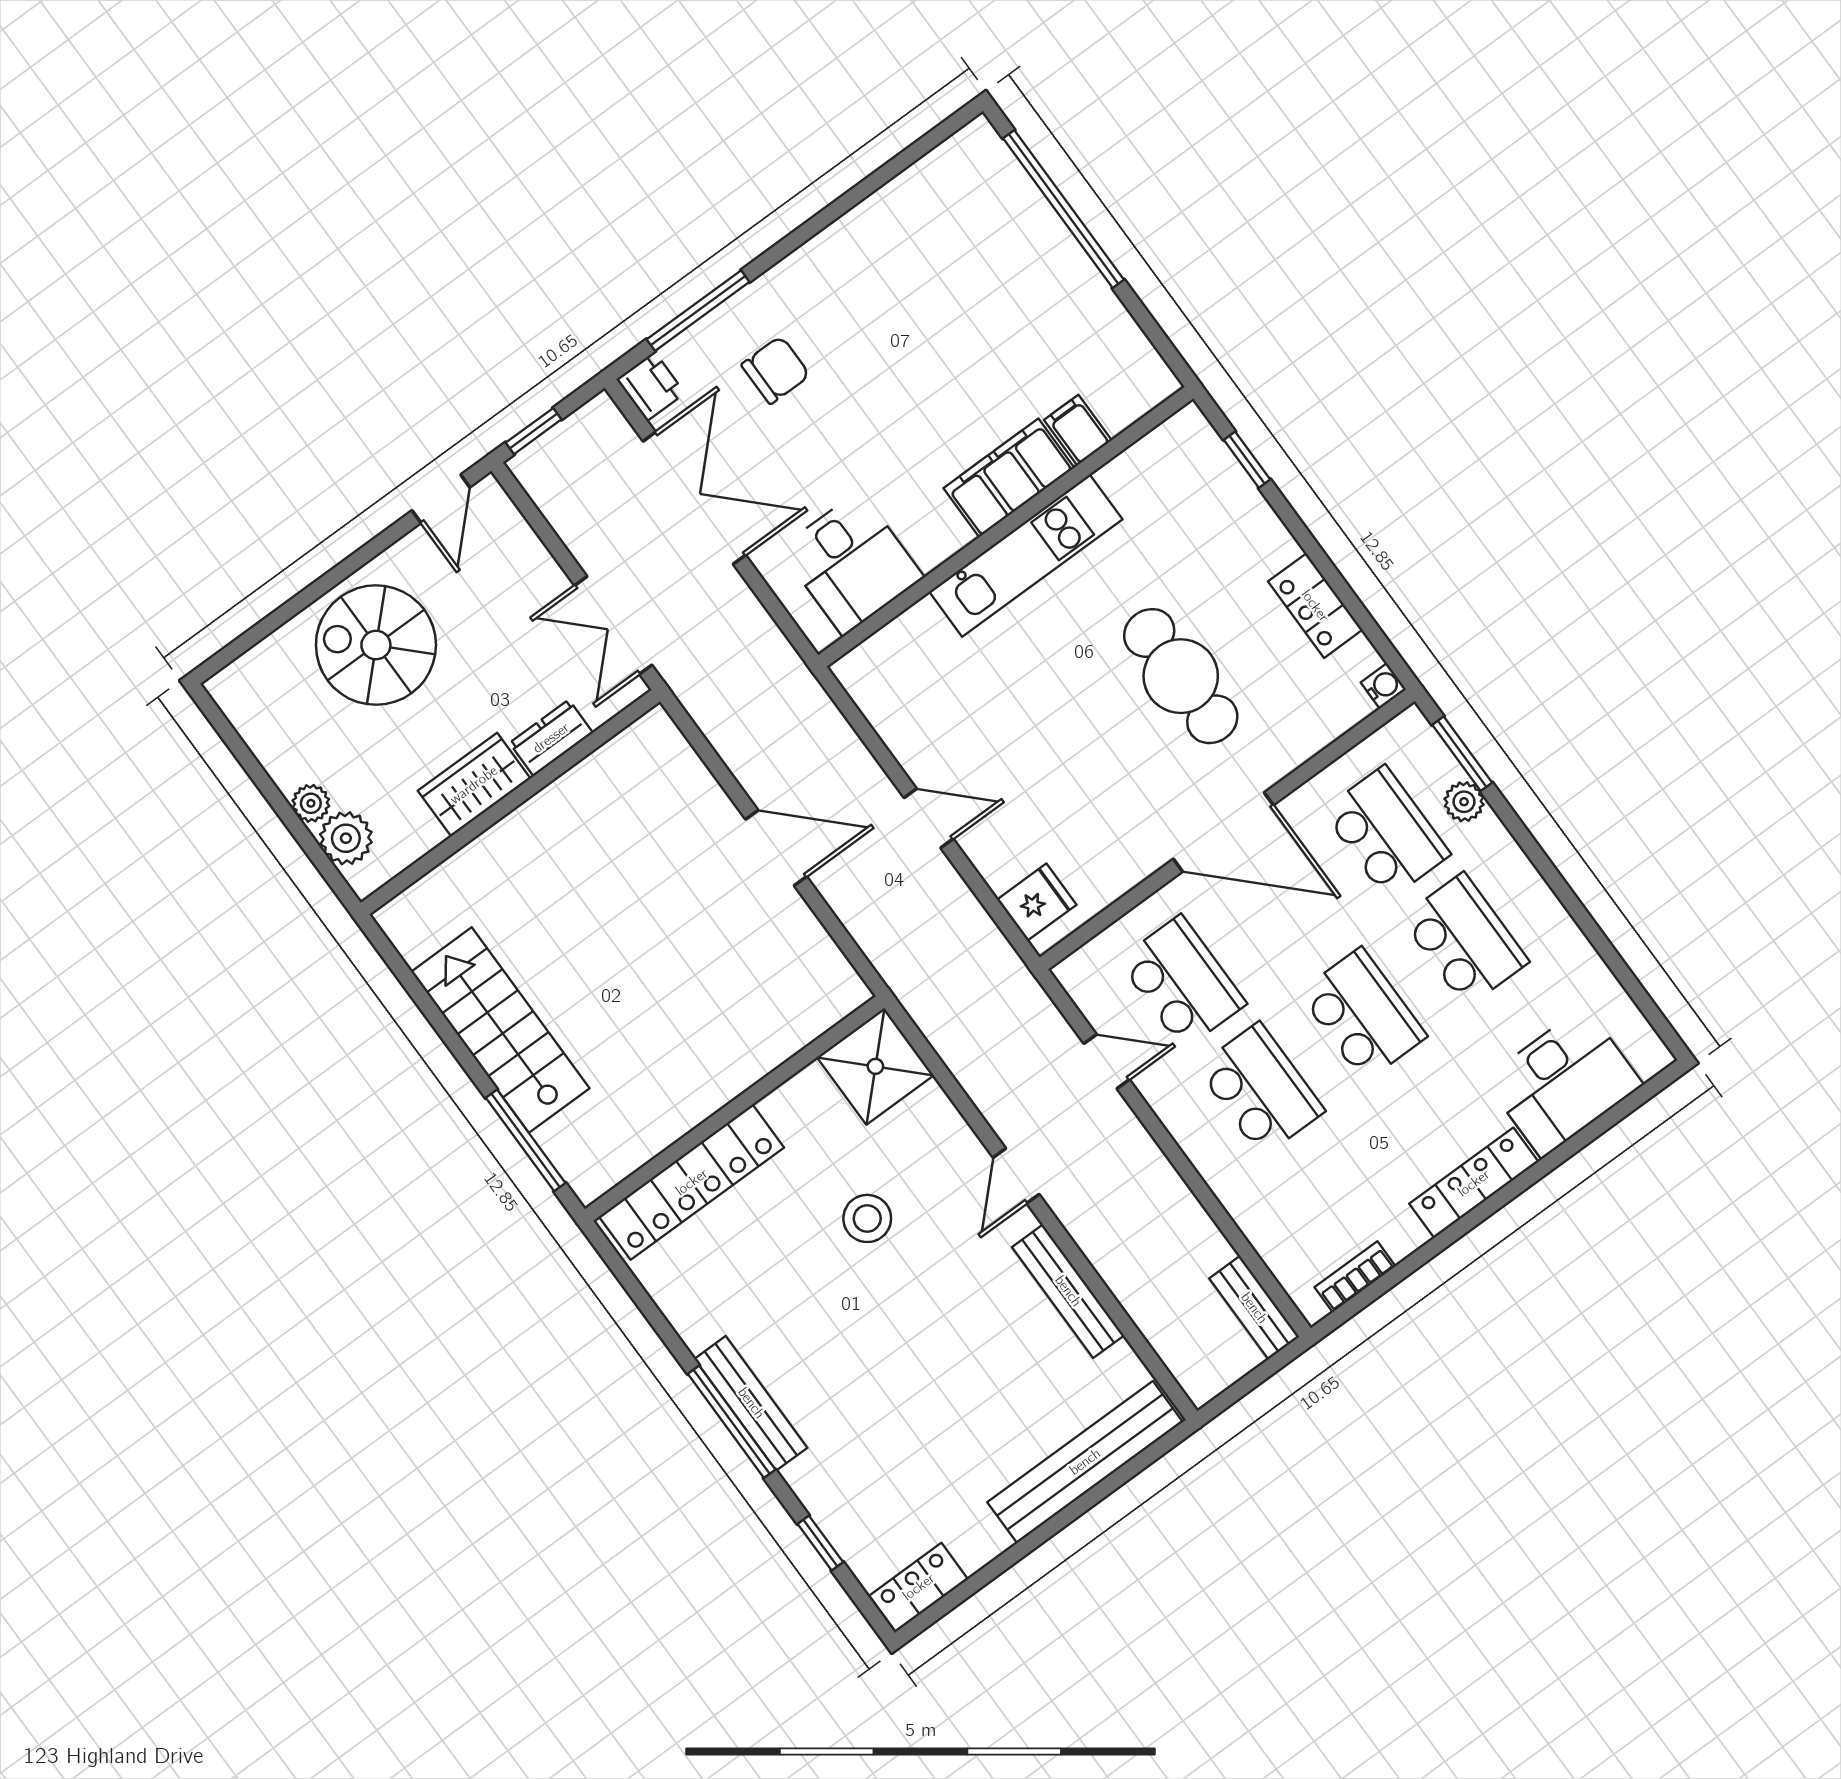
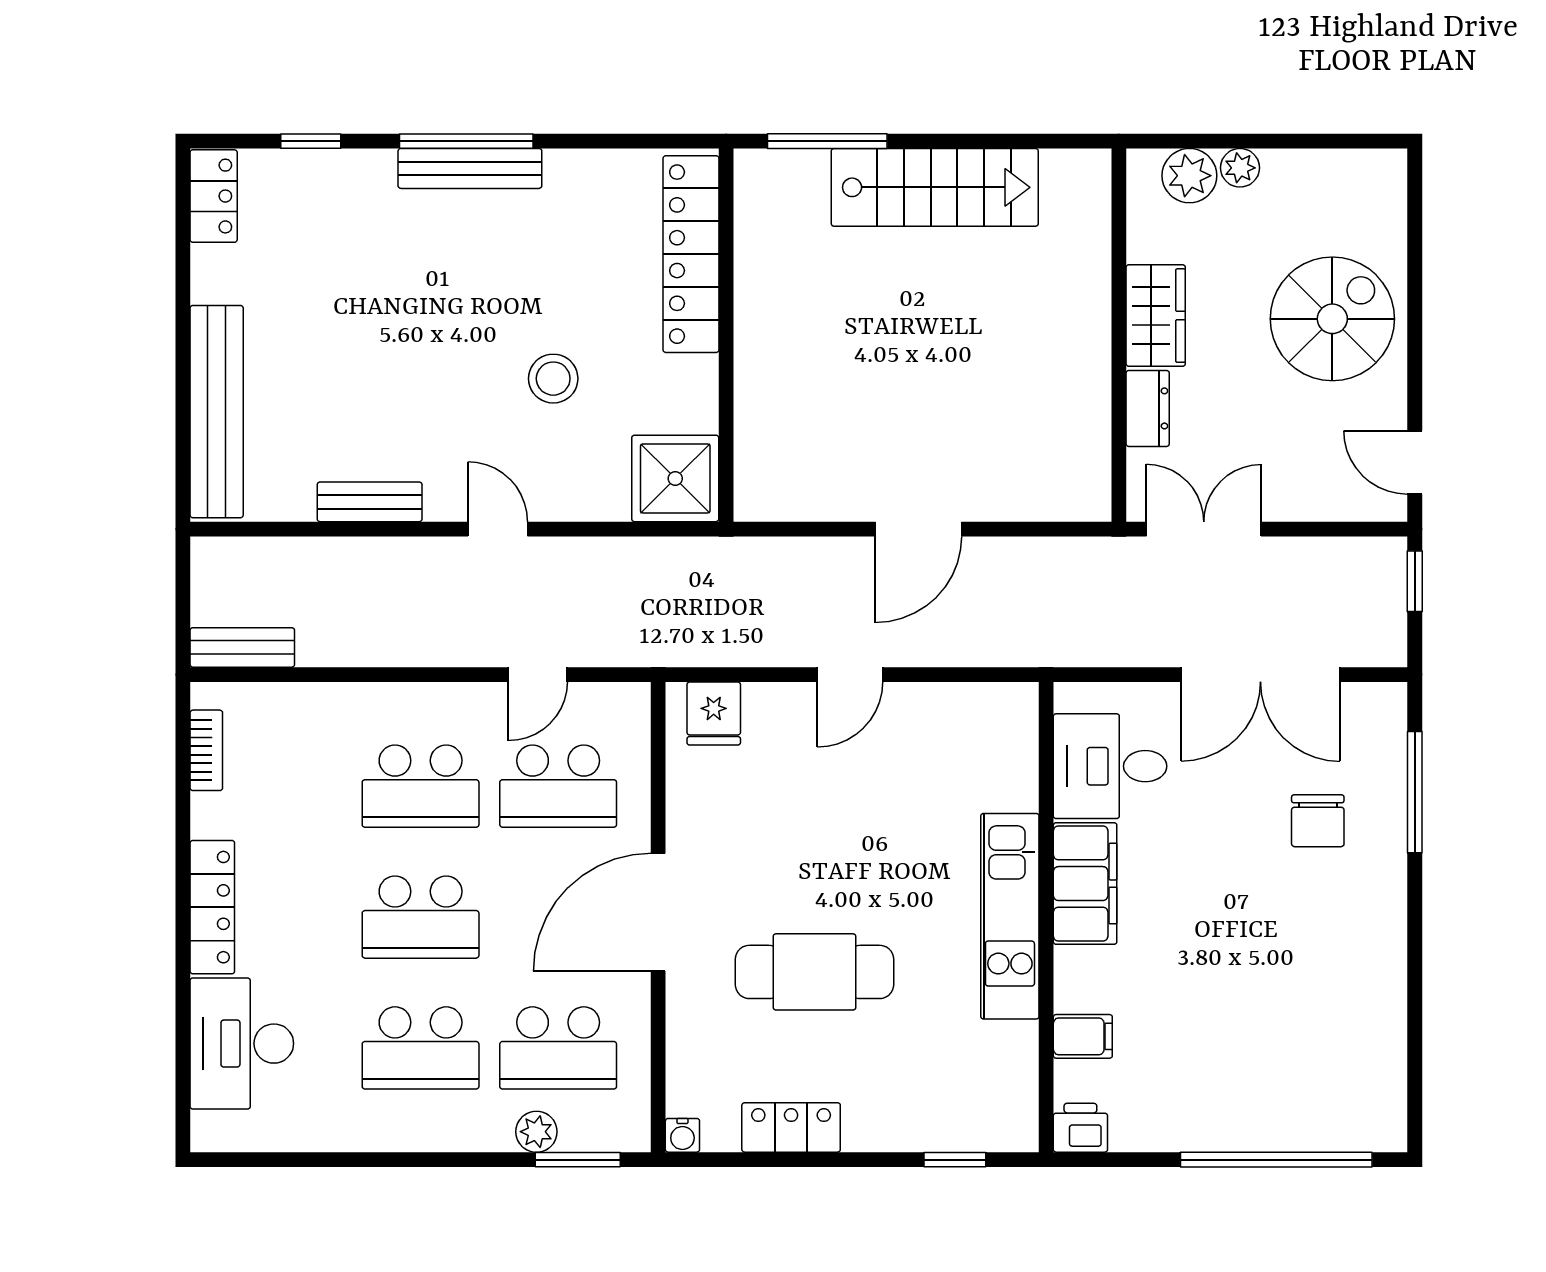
printer: (651, 386) -> (1080, 1128), moved, turned 180
filing cabinet: (1009, 478) -> (1085, 884), moved
bench: (1068, 1291) -> (370, 502), width x0.73

